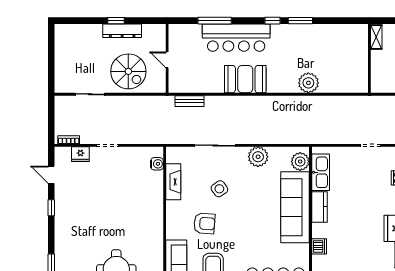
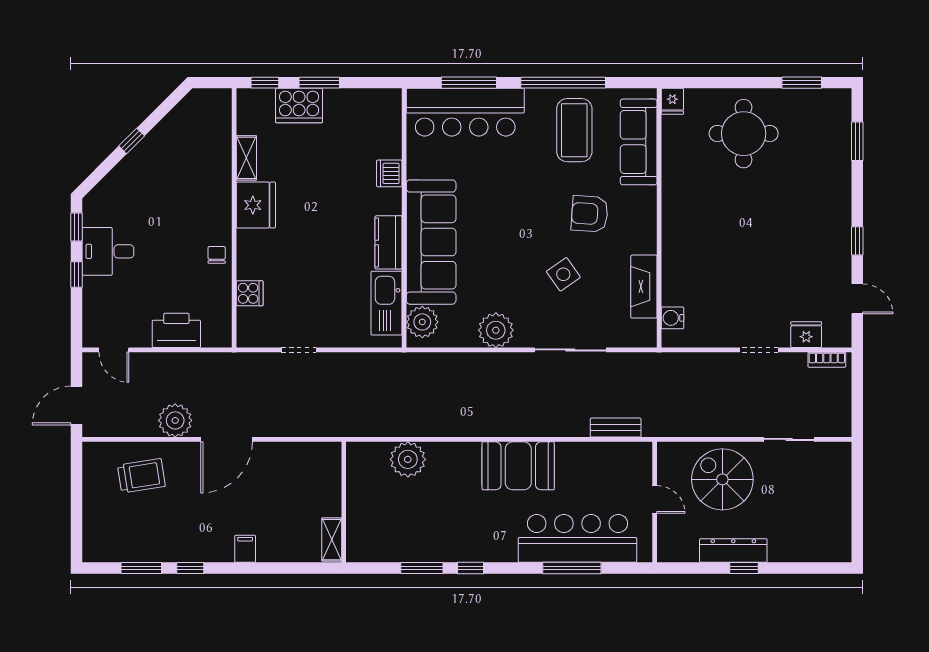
shelving: (376, 37) -> (332, 540), moved
bar counter: (236, 38) -> (577, 538), moved
wall: (369, 58) -> (344, 502), moved

